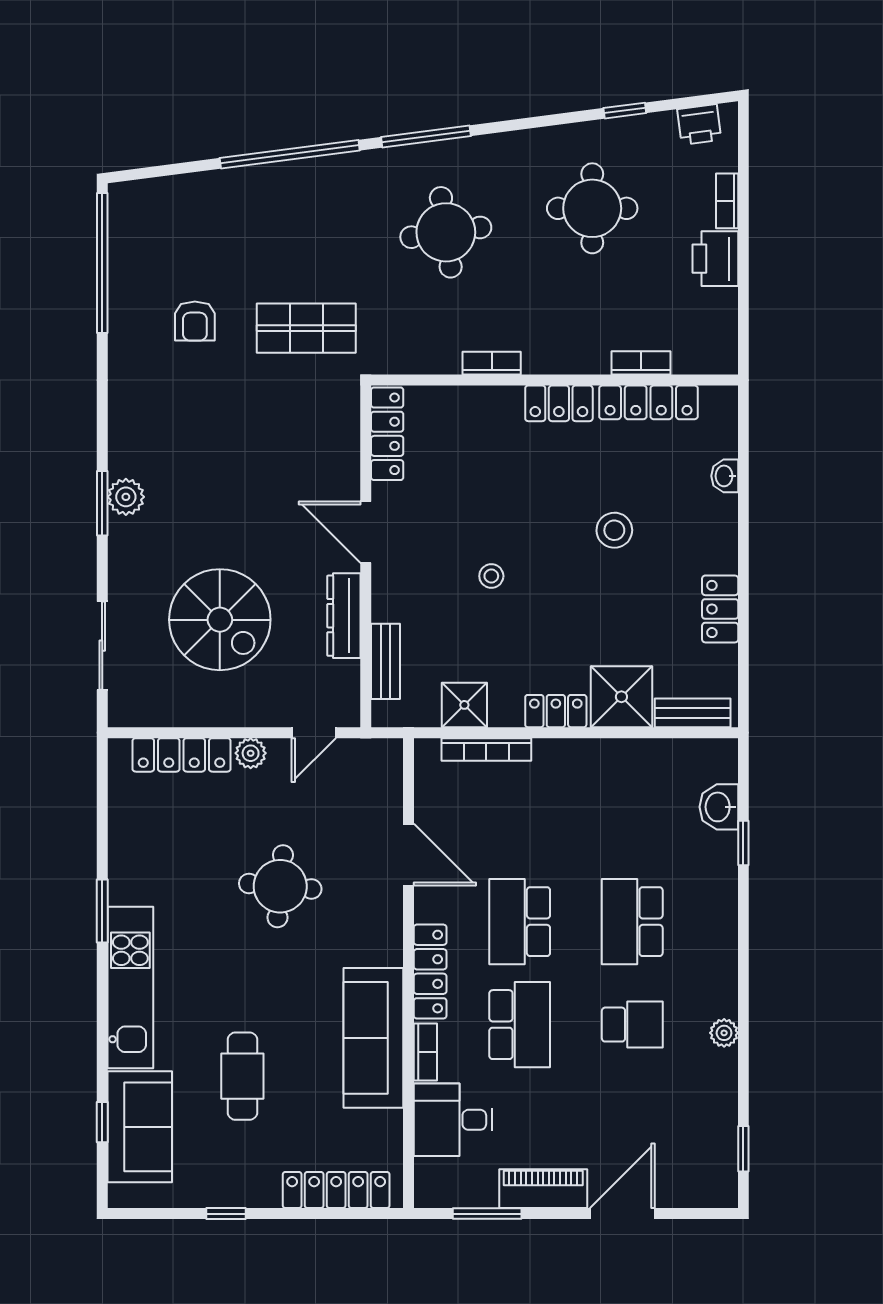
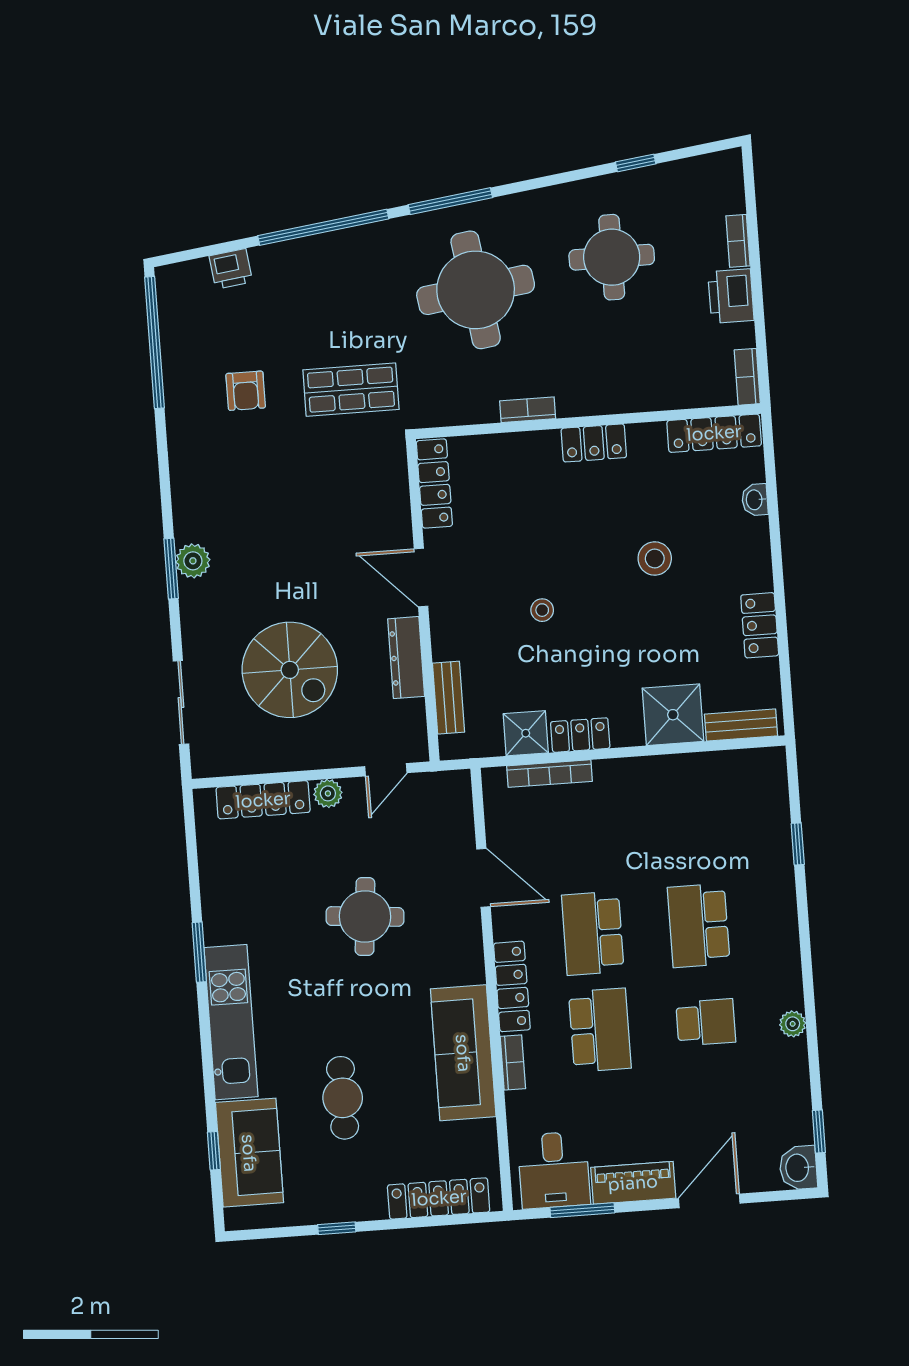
printer: (699, 125) -> (231, 269), moved
round table: (446, 232) -> (476, 290), width x1.36, depth x1.36
bookcase: (641, 363) -> (747, 377), moved, turned -90
locker: (648, 402) -> (714, 433), moved
locker: (556, 711) -> (580, 735), moved
washbasin: (719, 807) -> (798, 1168), moved
desk: (453, 1120) -> (554, 1170), moved, turned -90

